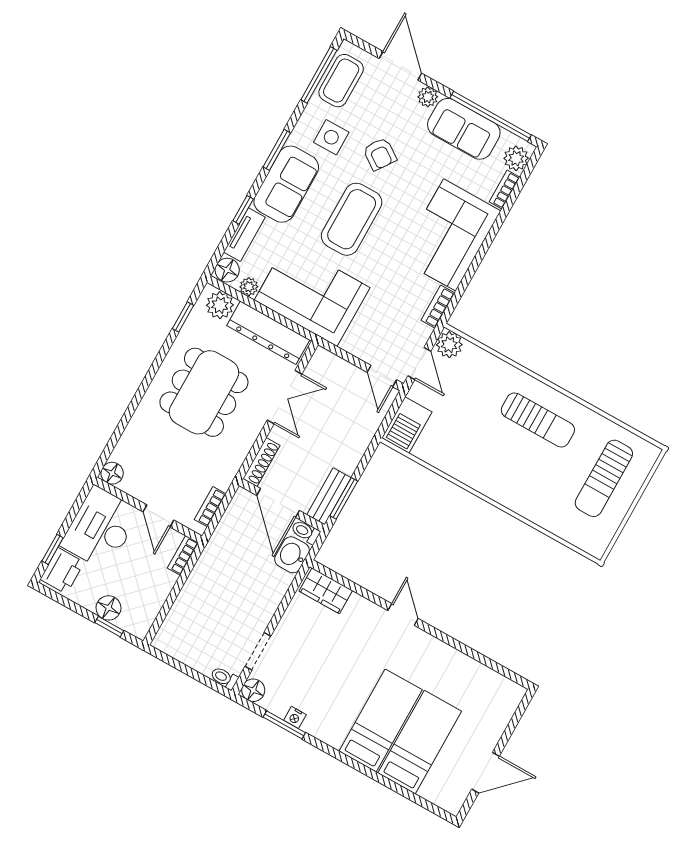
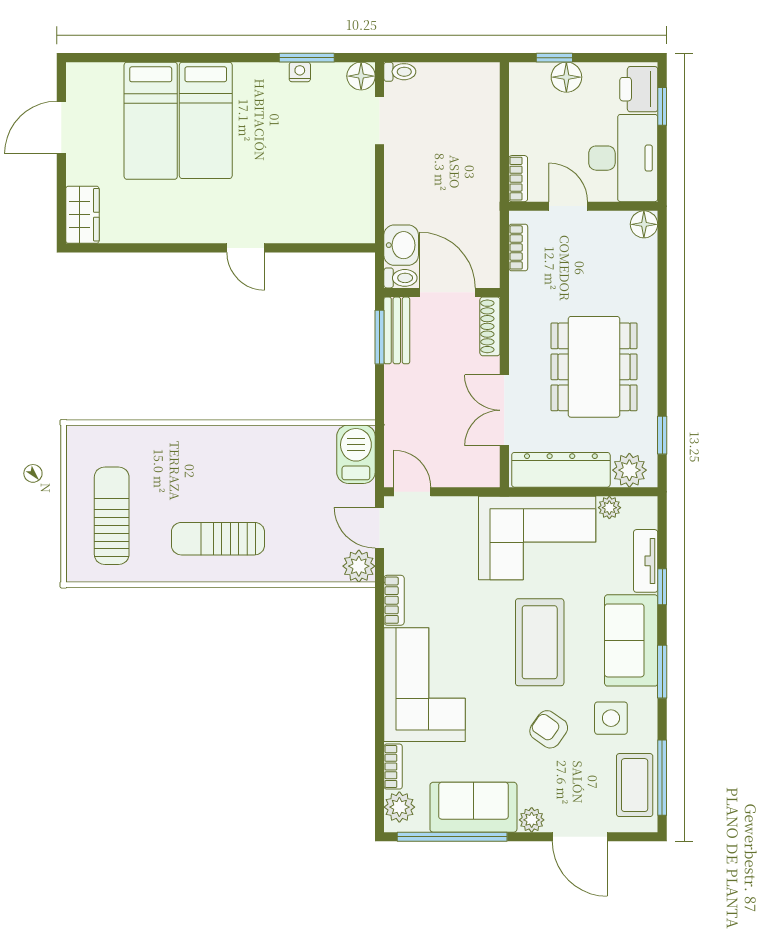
floor lamp: (227, 270) -> (643, 512), removed
wardrobe: (326, 591) -> (82, 215), moved, turned 90

